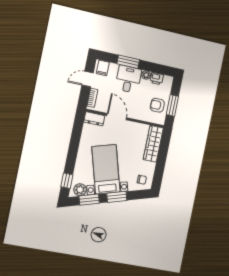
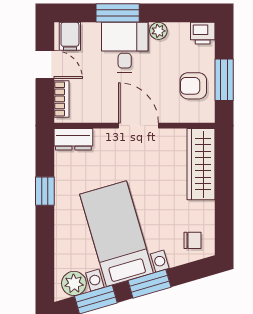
door: (88, 79) -> (45, 64), swing flipped
printer: (157, 79) -> (203, 33), moved
door: (117, 117) -> (138, 126), moved
window: (67, 181) -> (45, 191), moved

